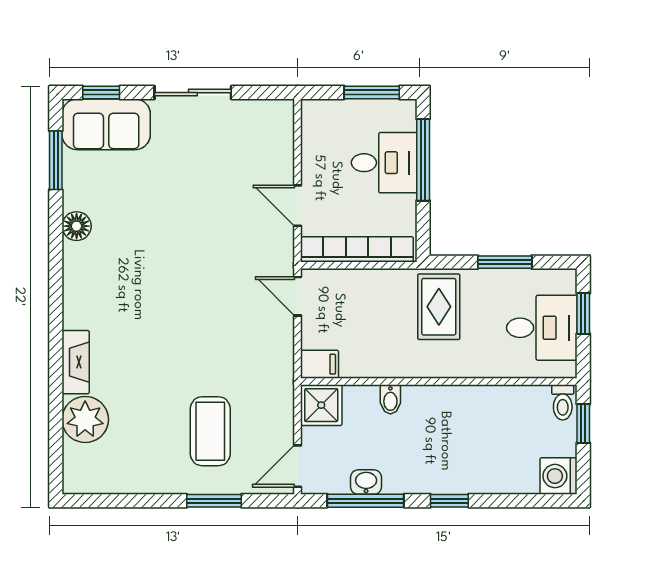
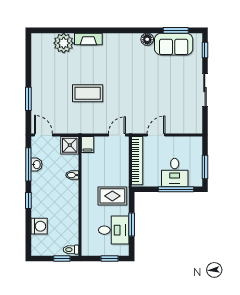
sofa: (106, 124) -> (174, 44), moved, turned -90
desk: (542, 328) -> (114, 230), moved, turned -90
coffee table: (210, 431) -> (88, 93), moved
washing machine: (559, 476) -> (39, 226), moved, turned 90

